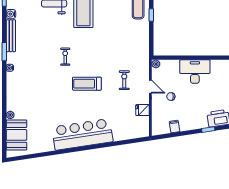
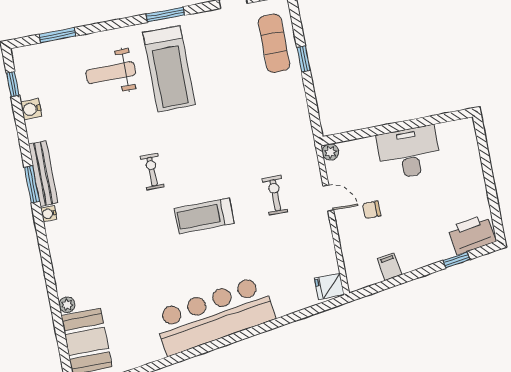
bench: (11, 36) -> (43, 174), moved
fridge: (143, 110) -> (329, 286), moved

